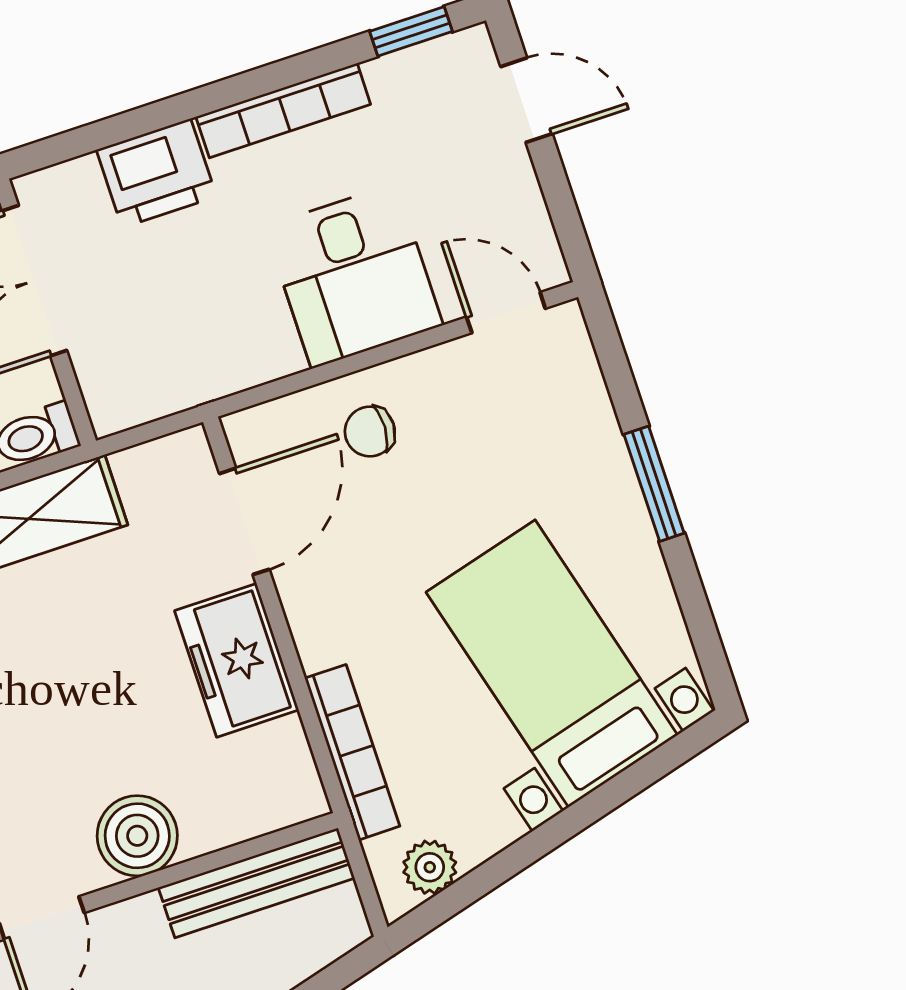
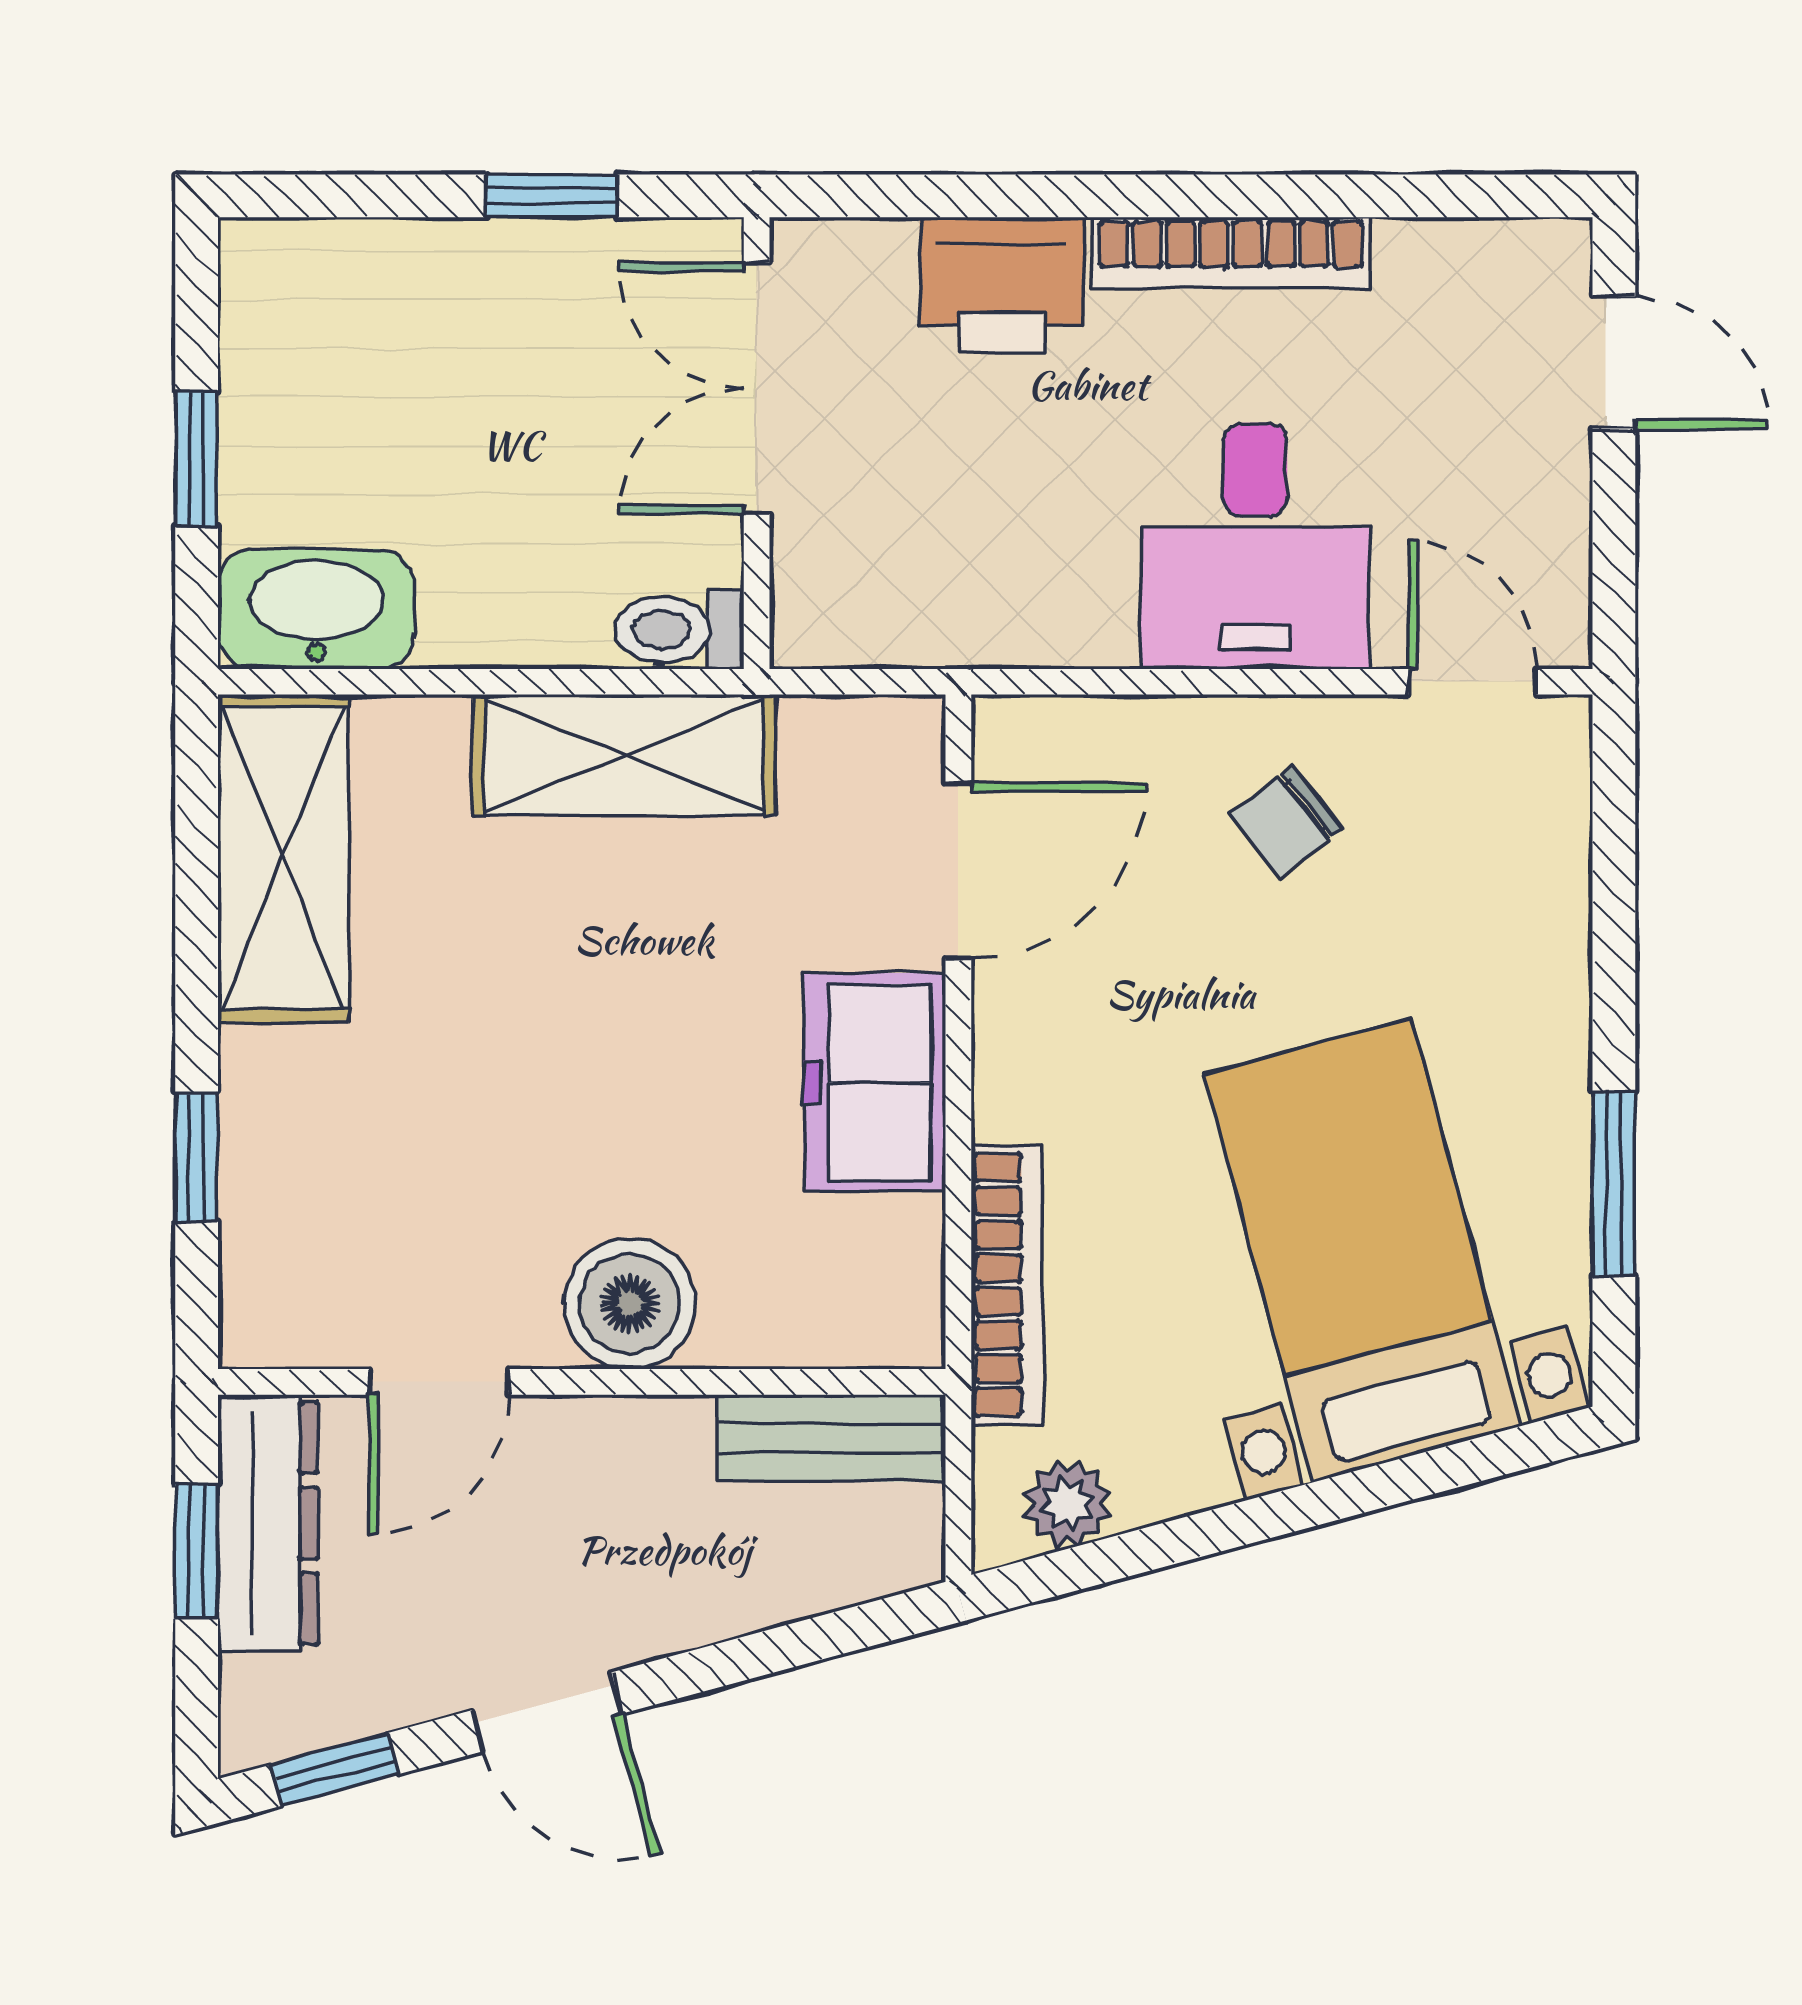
window: (411, 31) -> (1470, 196), removed
chair: (370, 431) -> (1286, 822), moved, turned -41
window: (654, 484) -> (1614, 1183), moved
bench: (256, 883) -> (832, 1438), width x0.73

